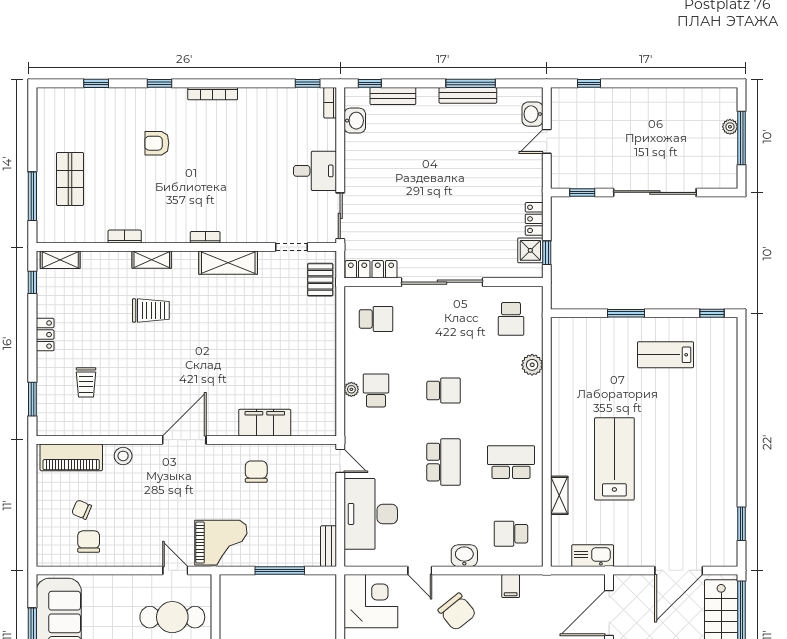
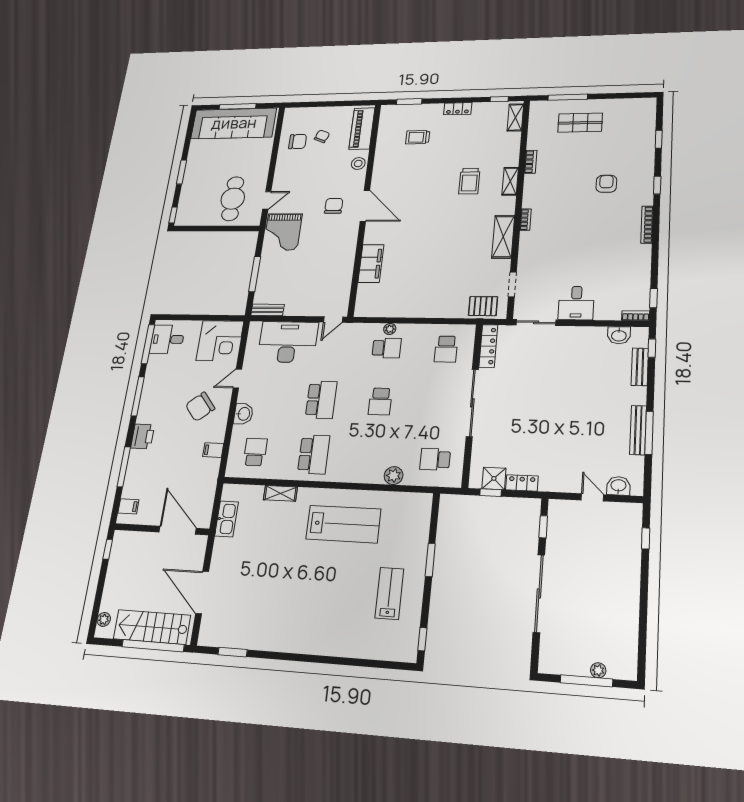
lab bench: (614, 459) -> (343, 524), moved
school desk: (443, 462) -> (321, 400), turned -90
chair: (256, 472) -> (334, 206), moved, turned -90

